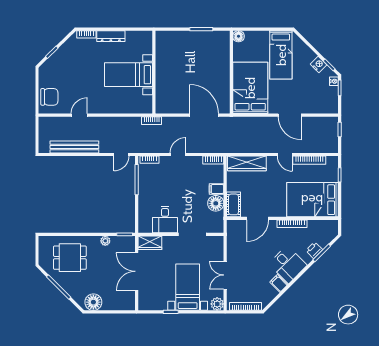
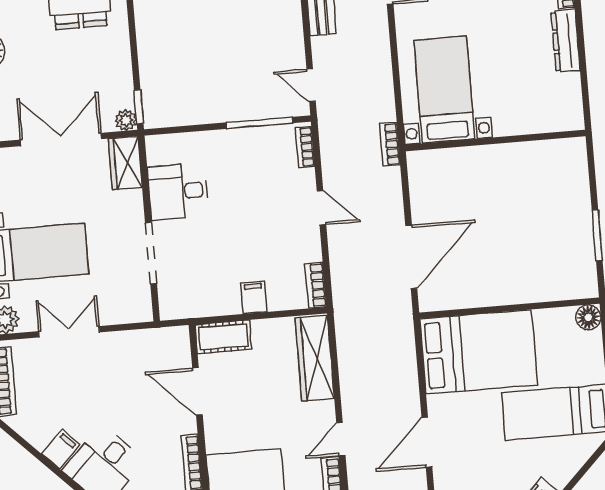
bed with nightstands: (129, 75) -> (444, 90), moved
floor lamp: (216, 203) -> (223, 298), removed
plant: (105, 241) -> (126, 120), moved

